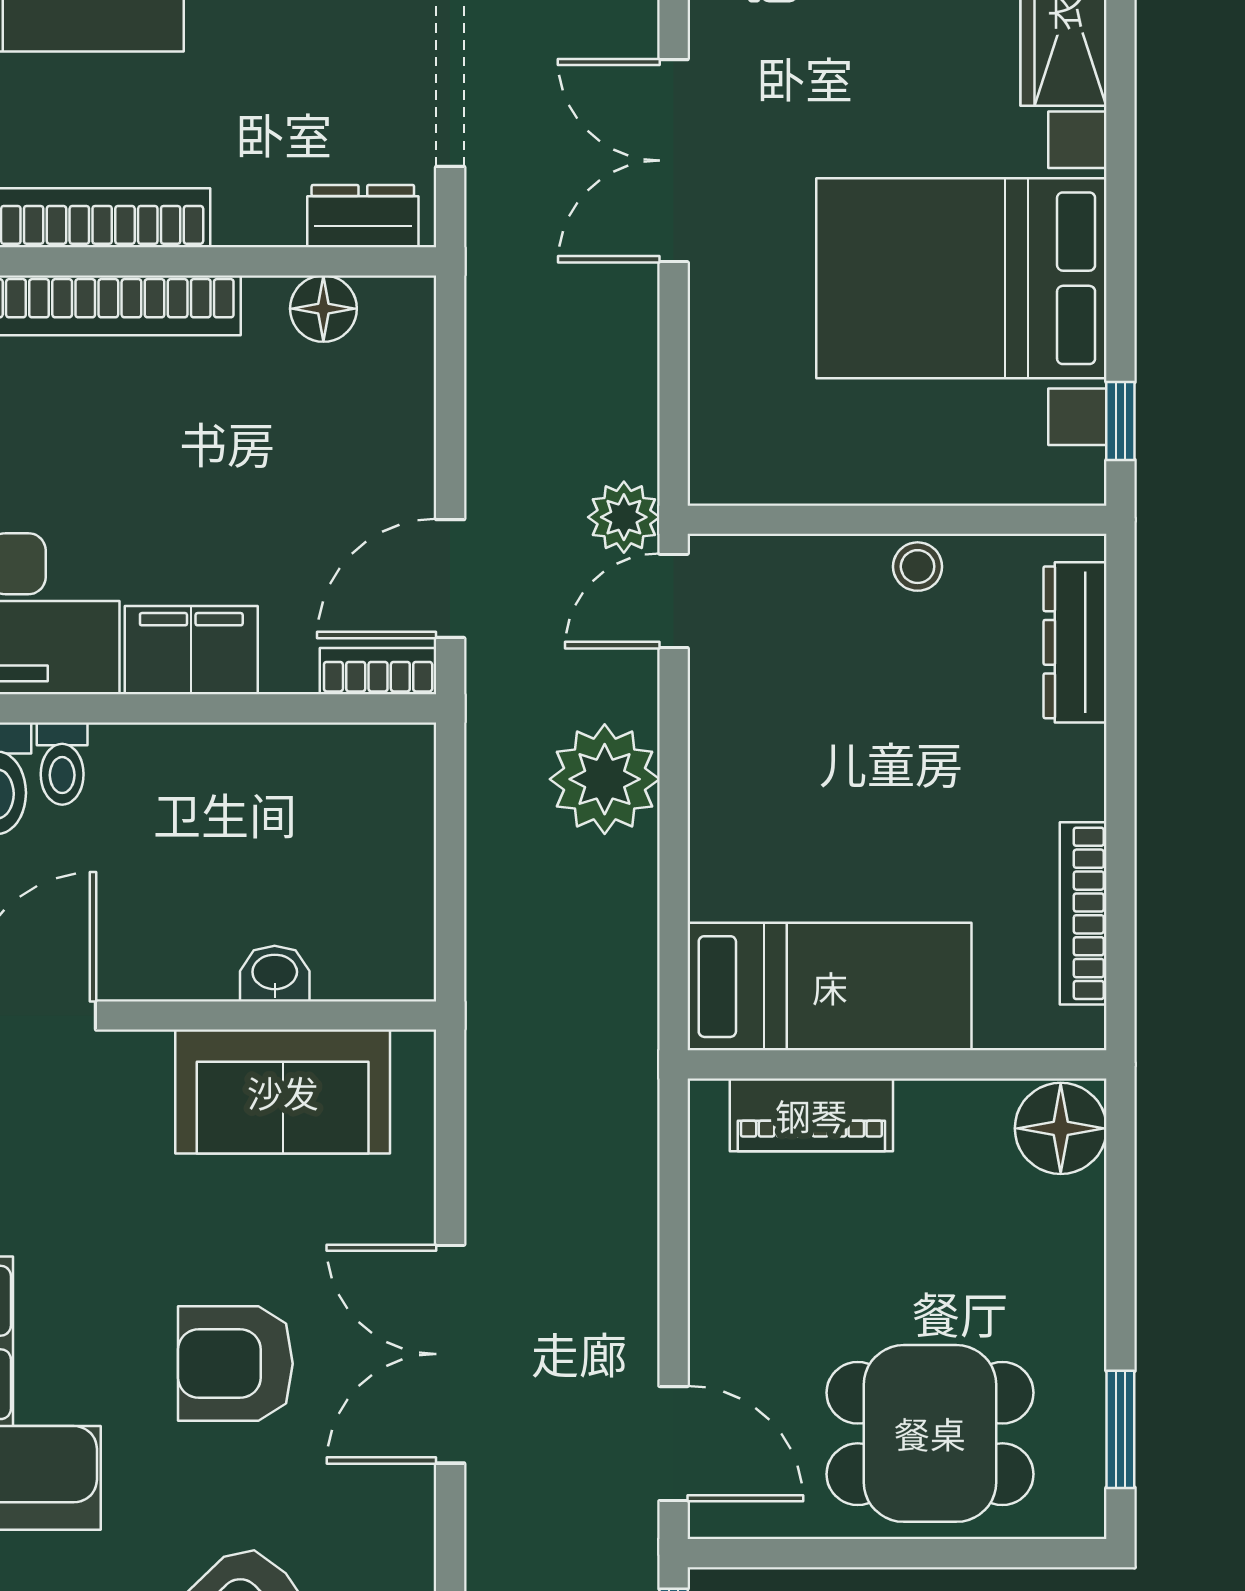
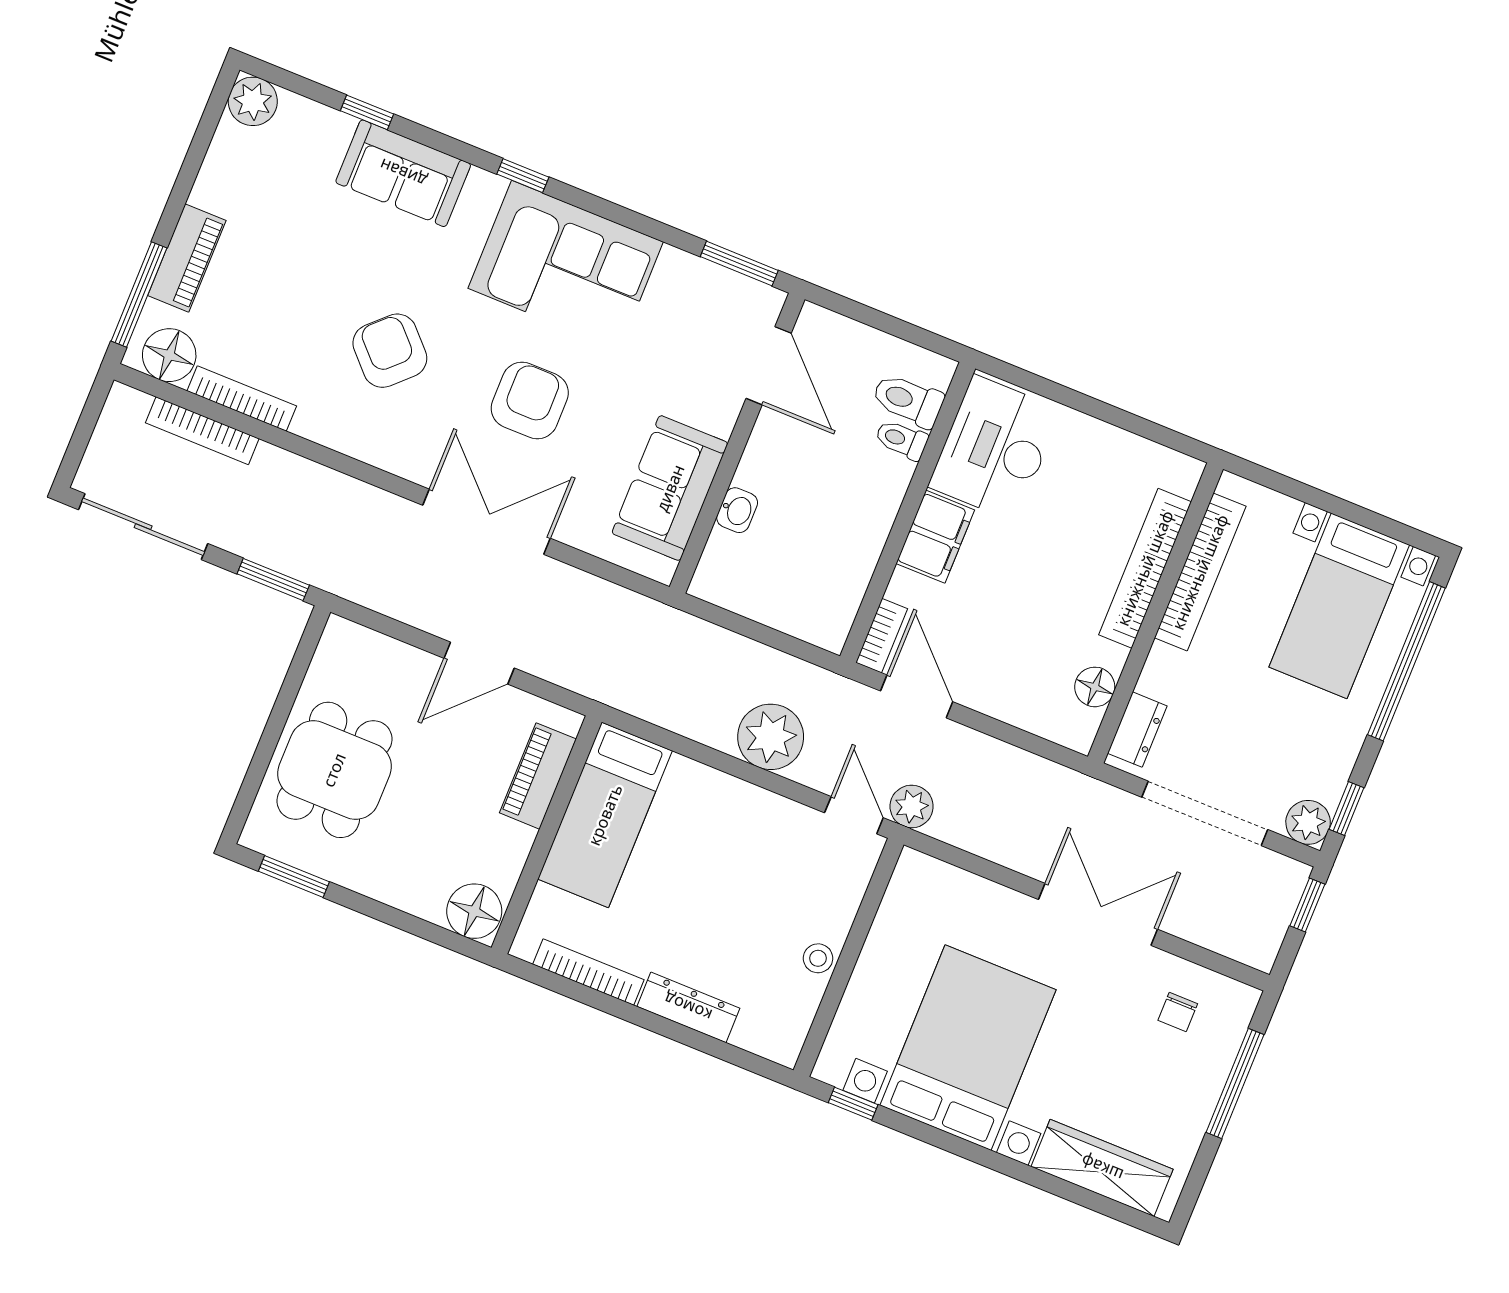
dresser: (1075, 642) -> (688, 1007), moved
door: (674, 1444) -> (479, 663), moved

